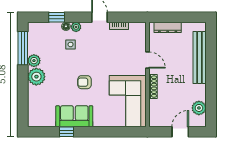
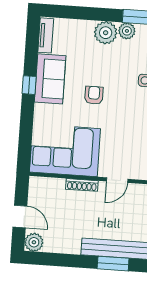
window: (211, 59) -> (113, 264), added
plant: (199, 108) -> (34, 242), moved
tv unit: (42, 122) -> (46, 35), added
window: (67, 132) -> (29, 85), moved

